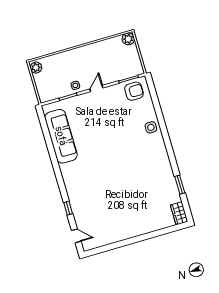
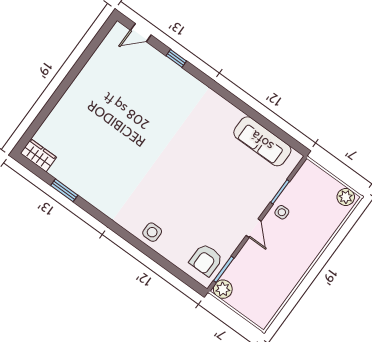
plant: (128, 39) -> (223, 289), moved
sofa: (61, 136) -> (262, 141), width x0.74, depth x0.79

